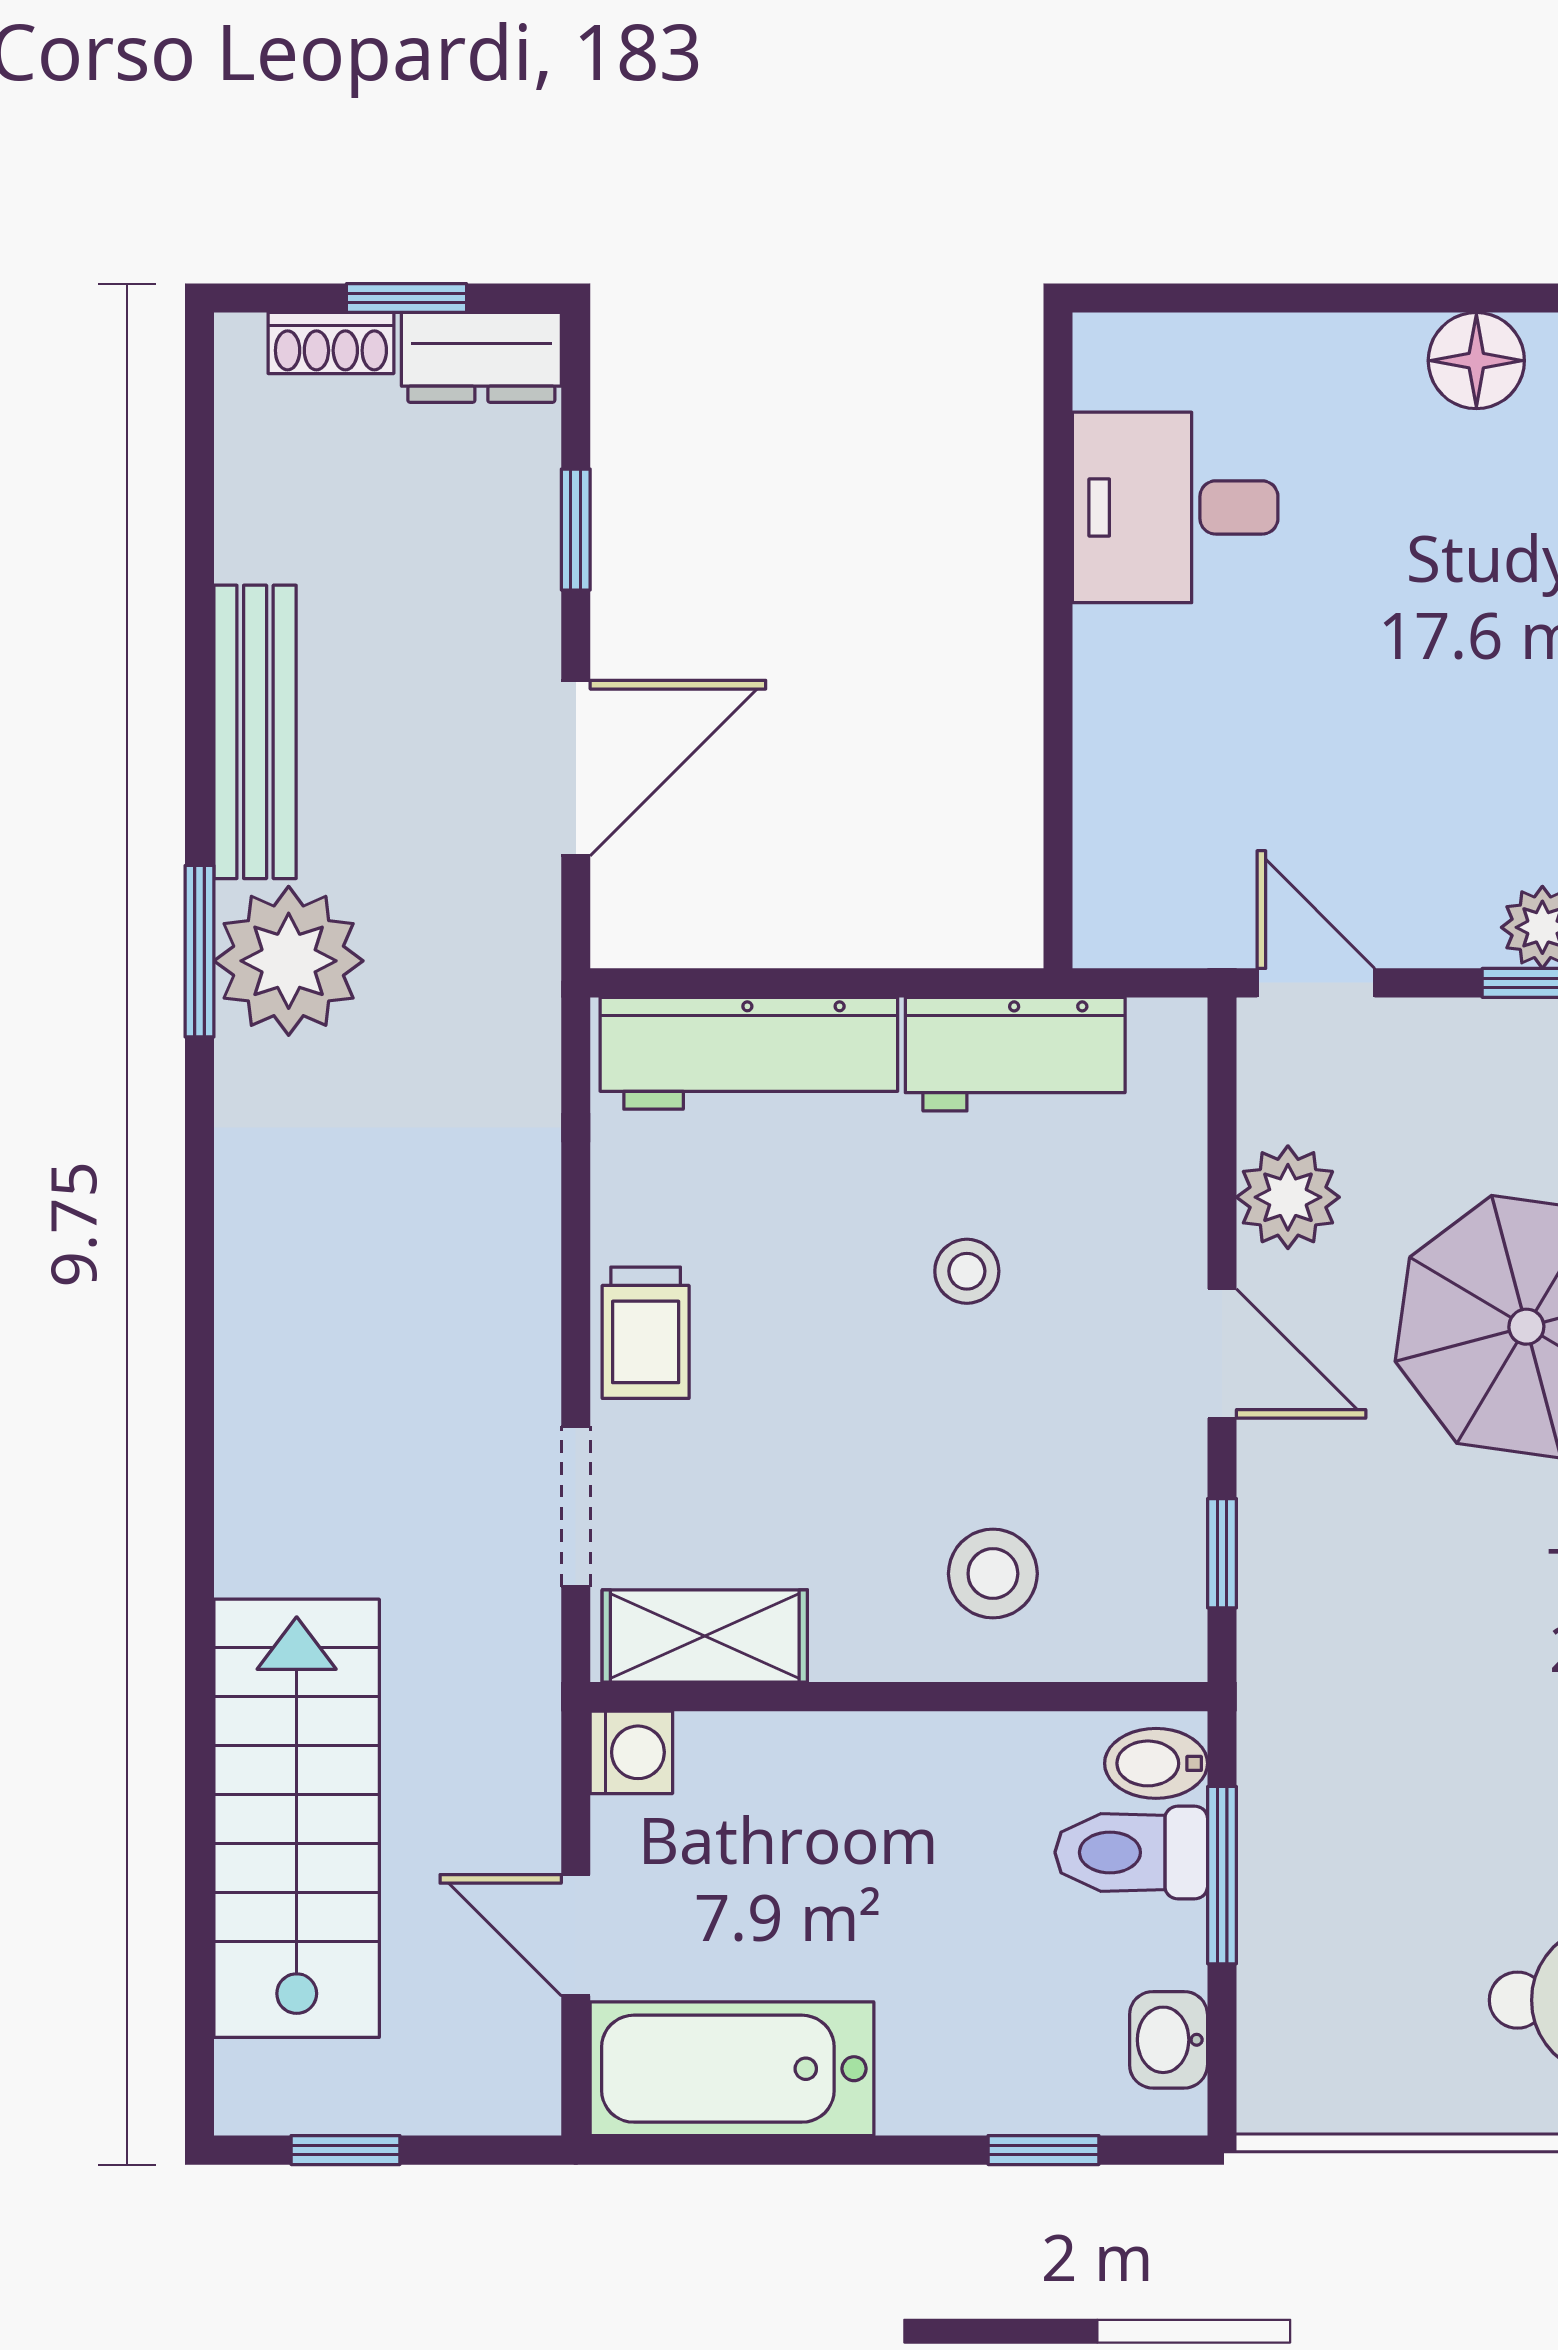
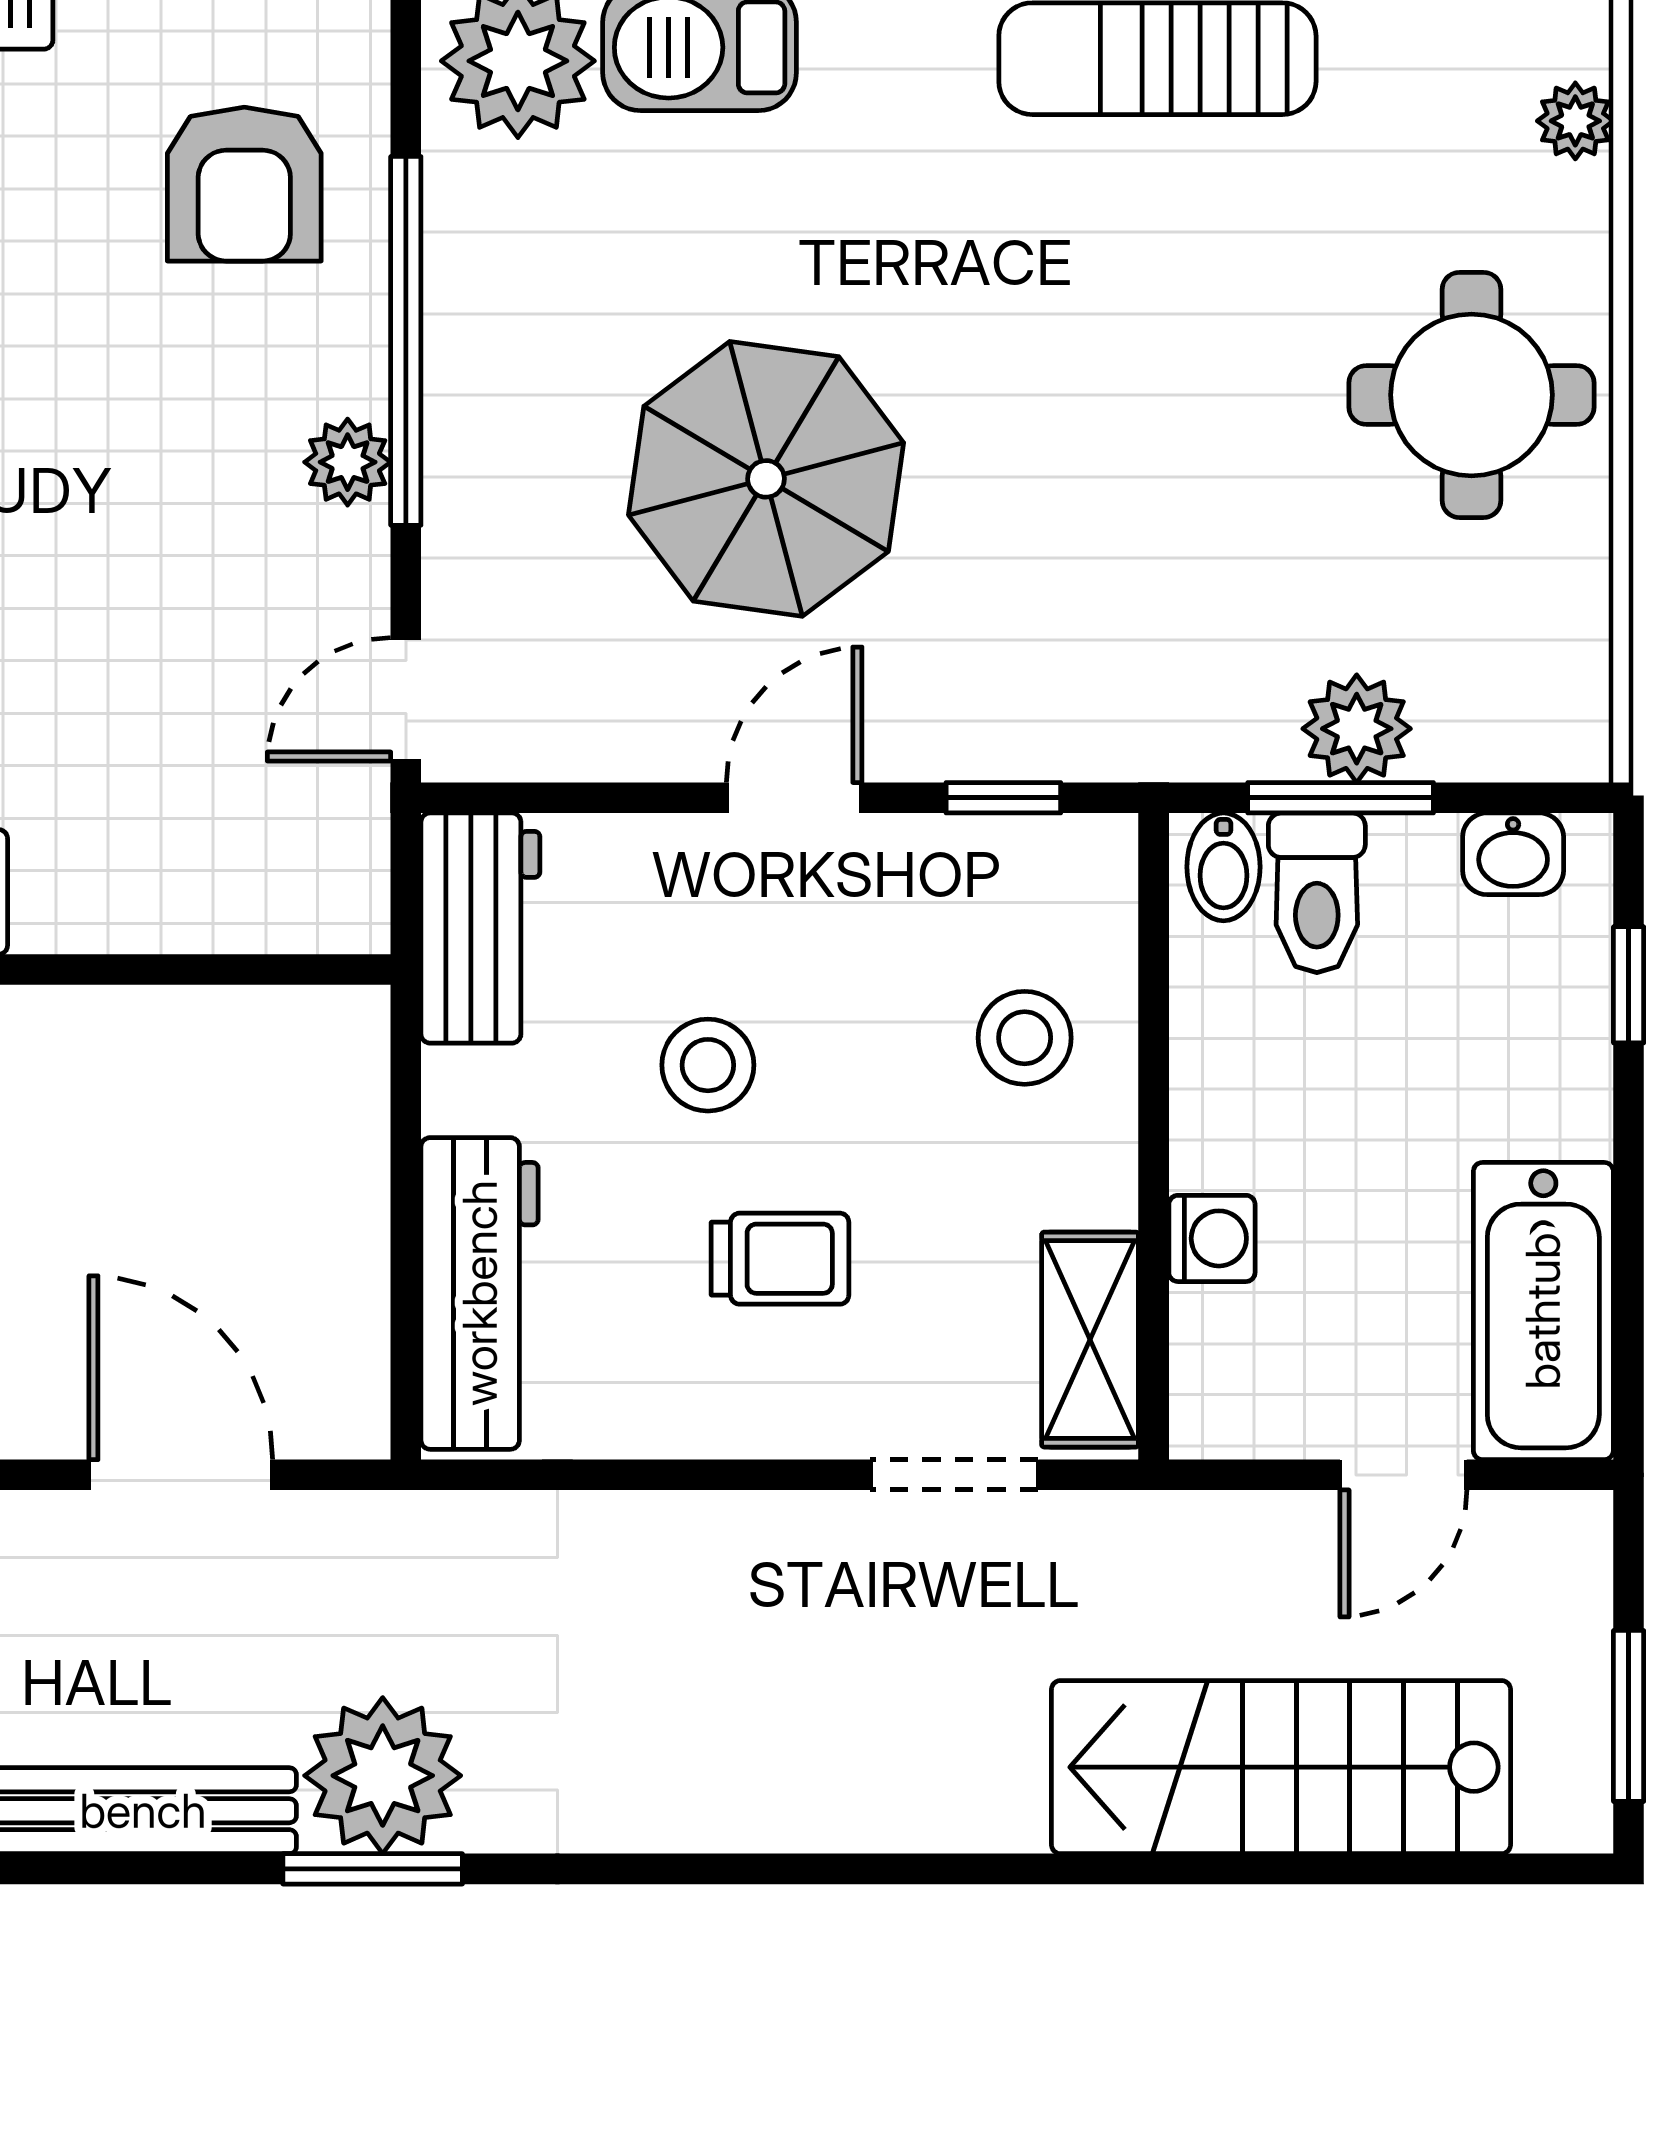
workbench: (1015, 1054) -> (480, 928), moved
plant: (1288, 1197) -> (1357, 729), moved
stool: (967, 1271) -> (708, 1065), width x1.37, depth x1.37
trolley: (646, 1333) -> (780, 1259), moved
washing machine: (631, 1752) -> (1212, 1238), moved, turned 90
window: (345, 2150) -> (1629, 1716), width x1.50

